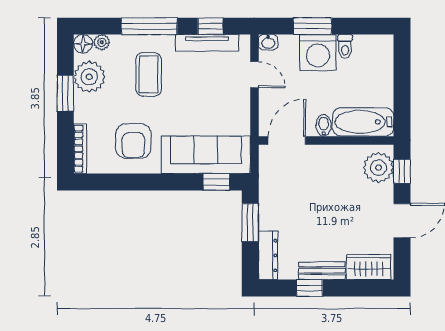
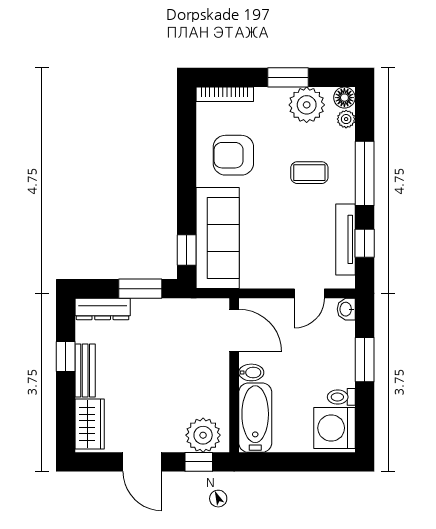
washing machine: (318, 52) -> (334, 428), moved
coffee table: (149, 74) -> (309, 173), width x0.73, depth x0.77

